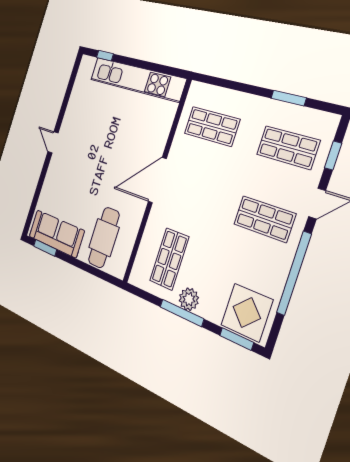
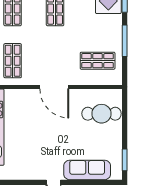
sofa: (56, 234) -> (87, 170), moved, turned 90
plant: (189, 299) -> (115, 39), removed

